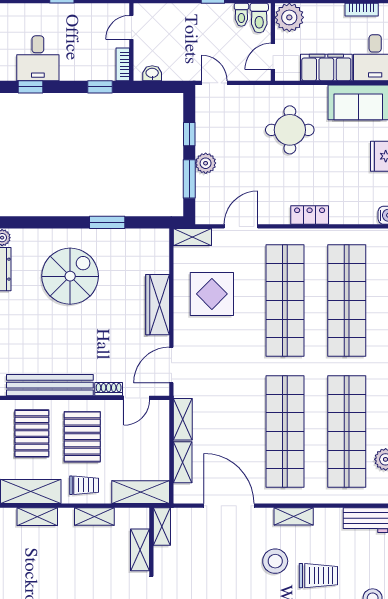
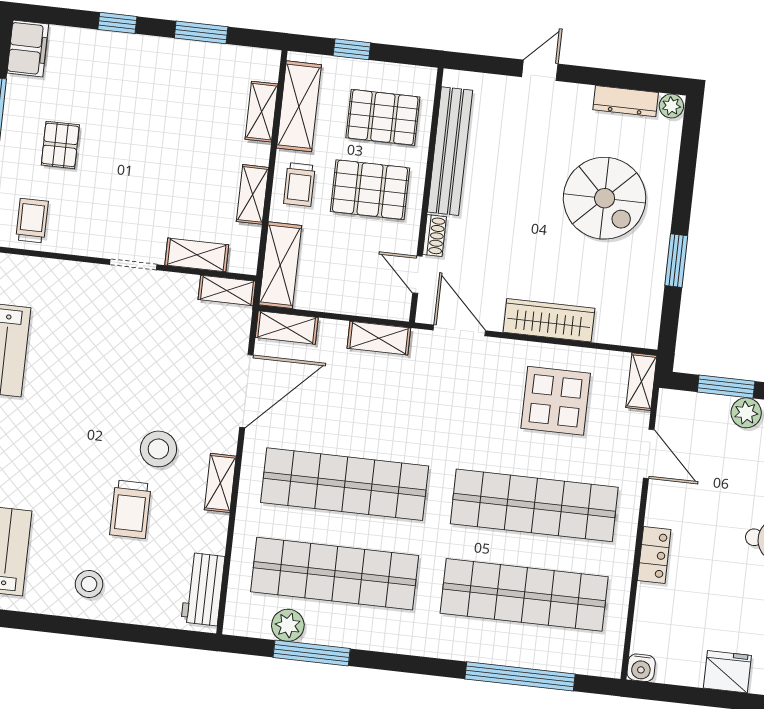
shelving: (183, 462) -> (287, 328), moved

